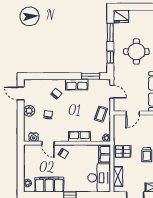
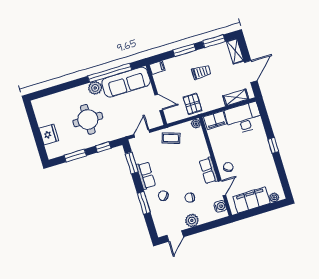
fridge: (121, 16) -> (49, 134), moved
window: (55, 76) -> (144, 203), added
row of seats: (79, 137) -> (209, 171), moved
pallet: (123, 151) -> (192, 104), moved
filing cabinet: (49, 185) -> (251, 200), moved, turned 90

